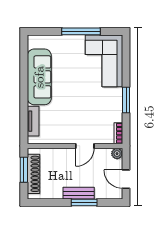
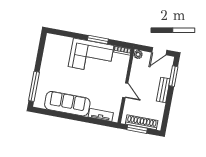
window: (81, 31) -> (34, 86), moved
corner sofa: (104, 61) -> (91, 56), moved
door: (85, 146) -> (125, 90), moved
window: (84, 203) -> (173, 76), moved

